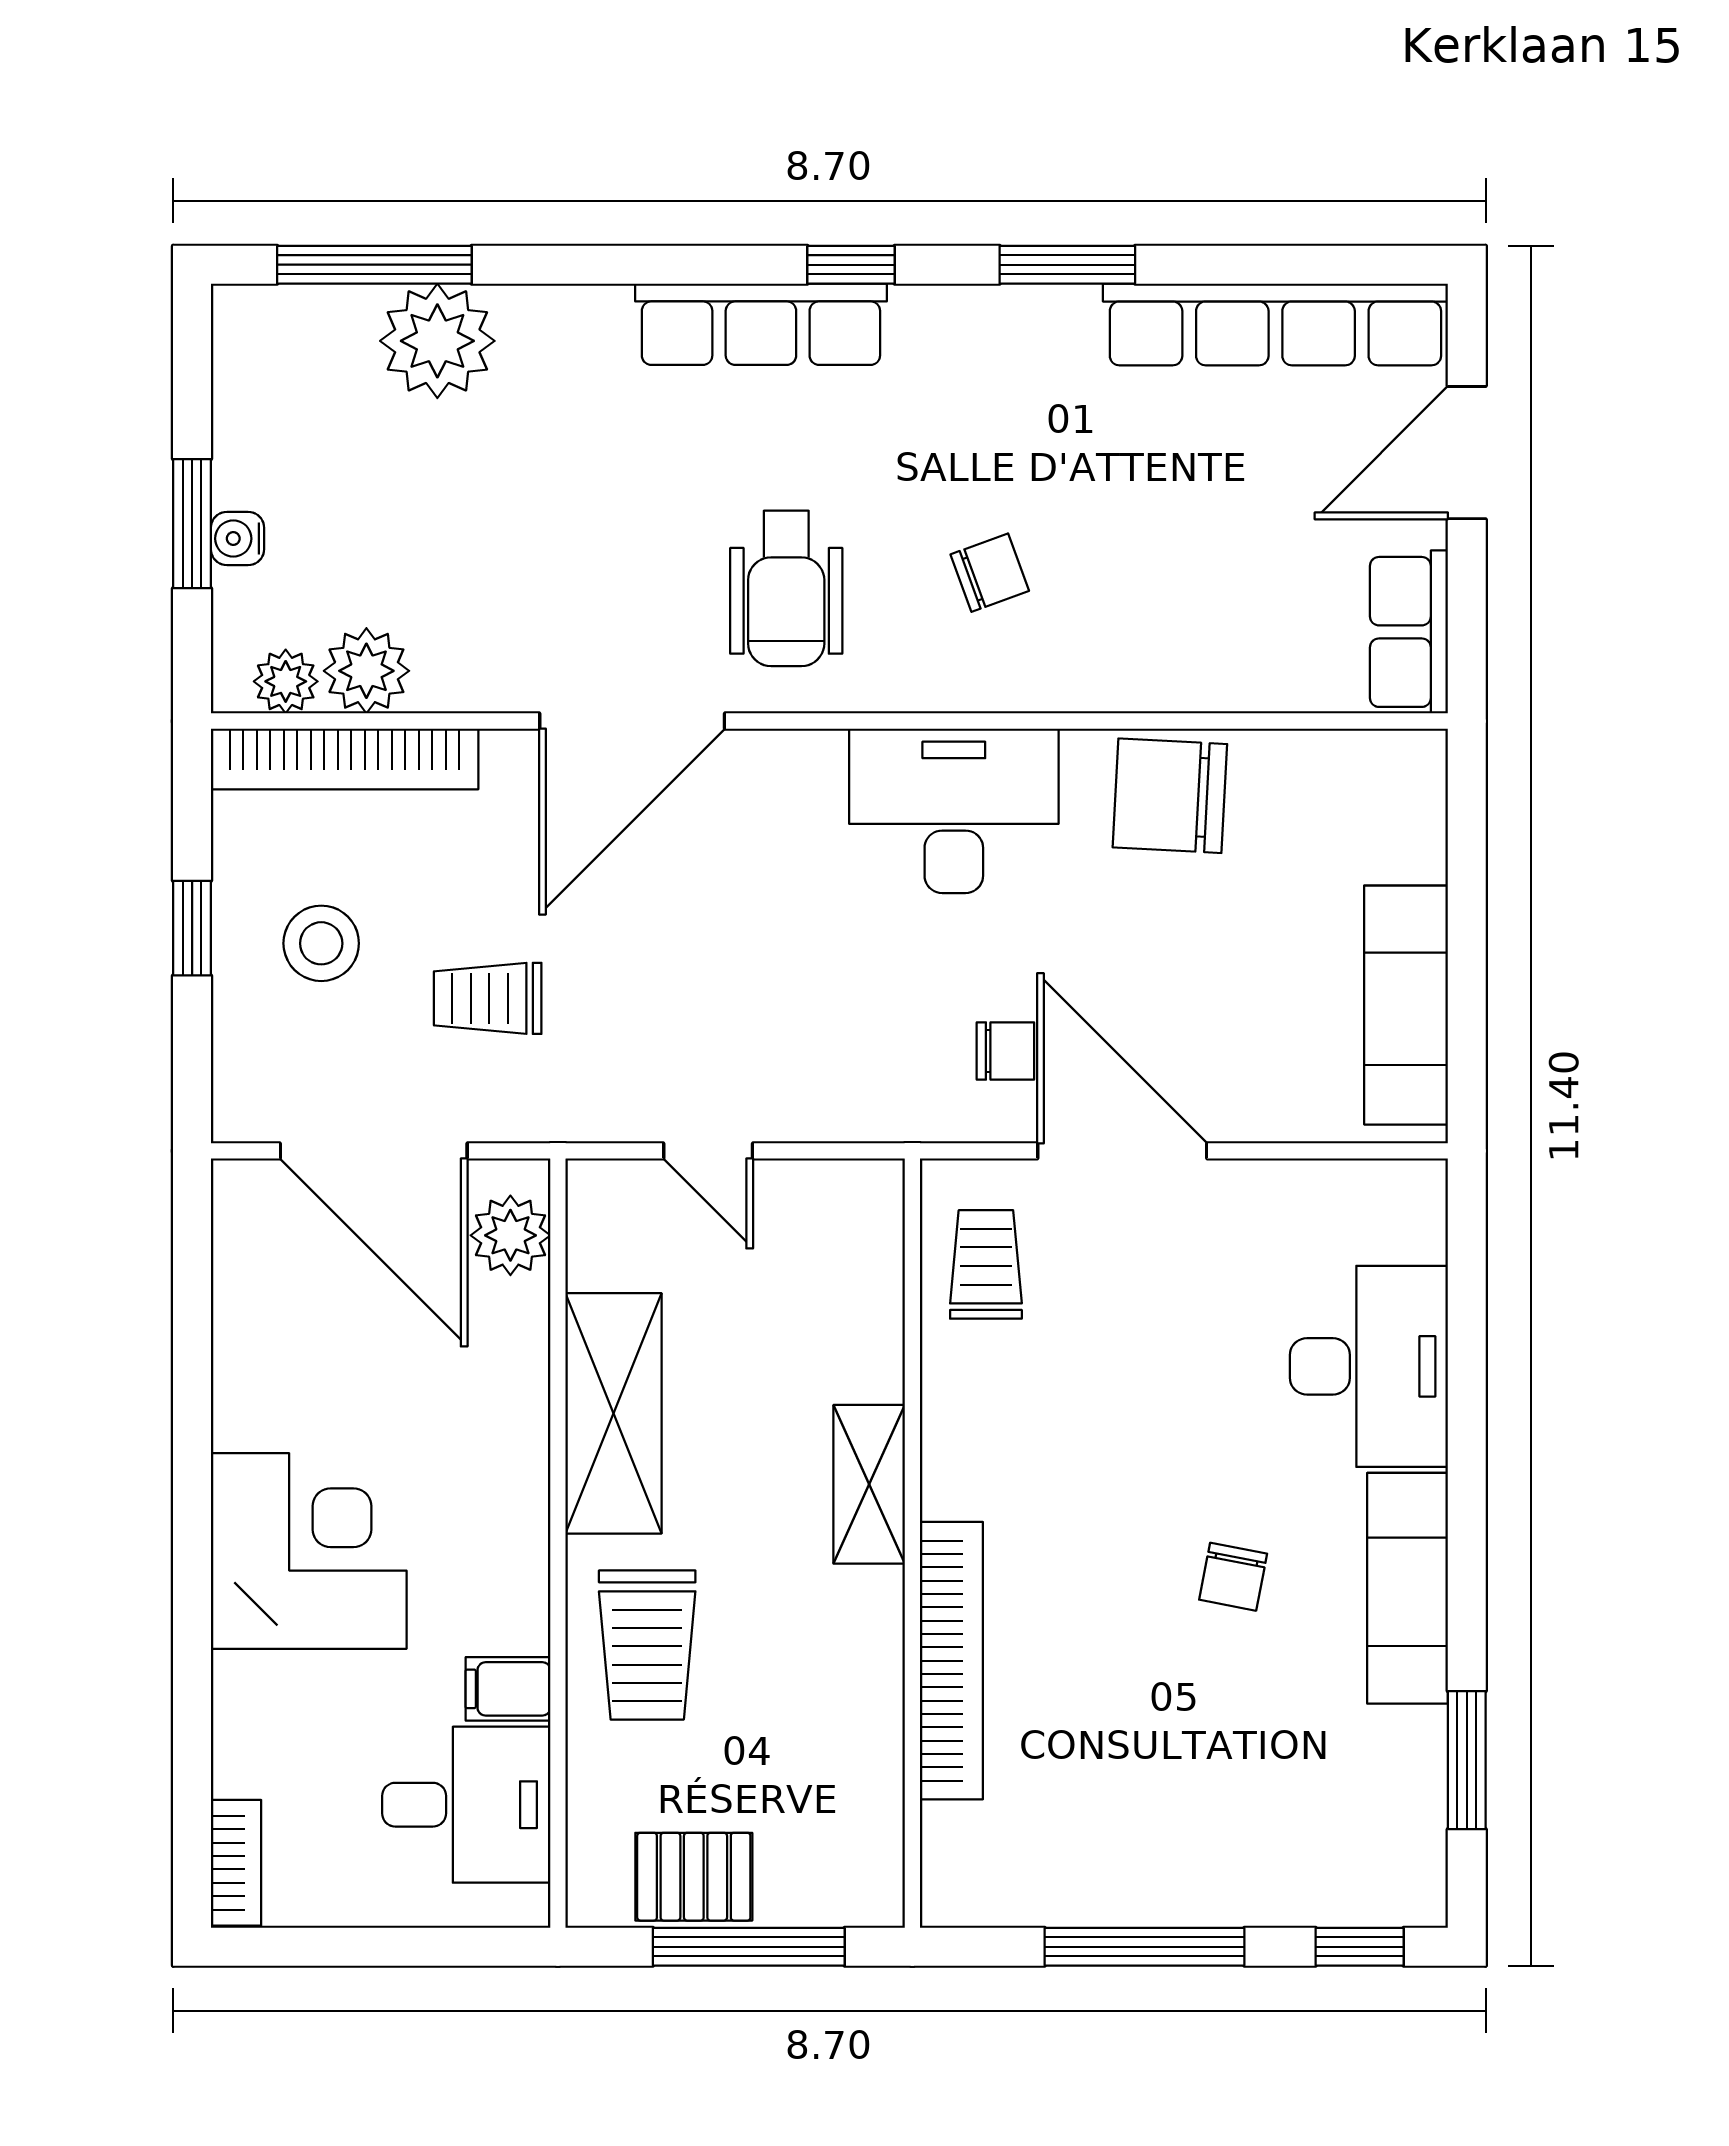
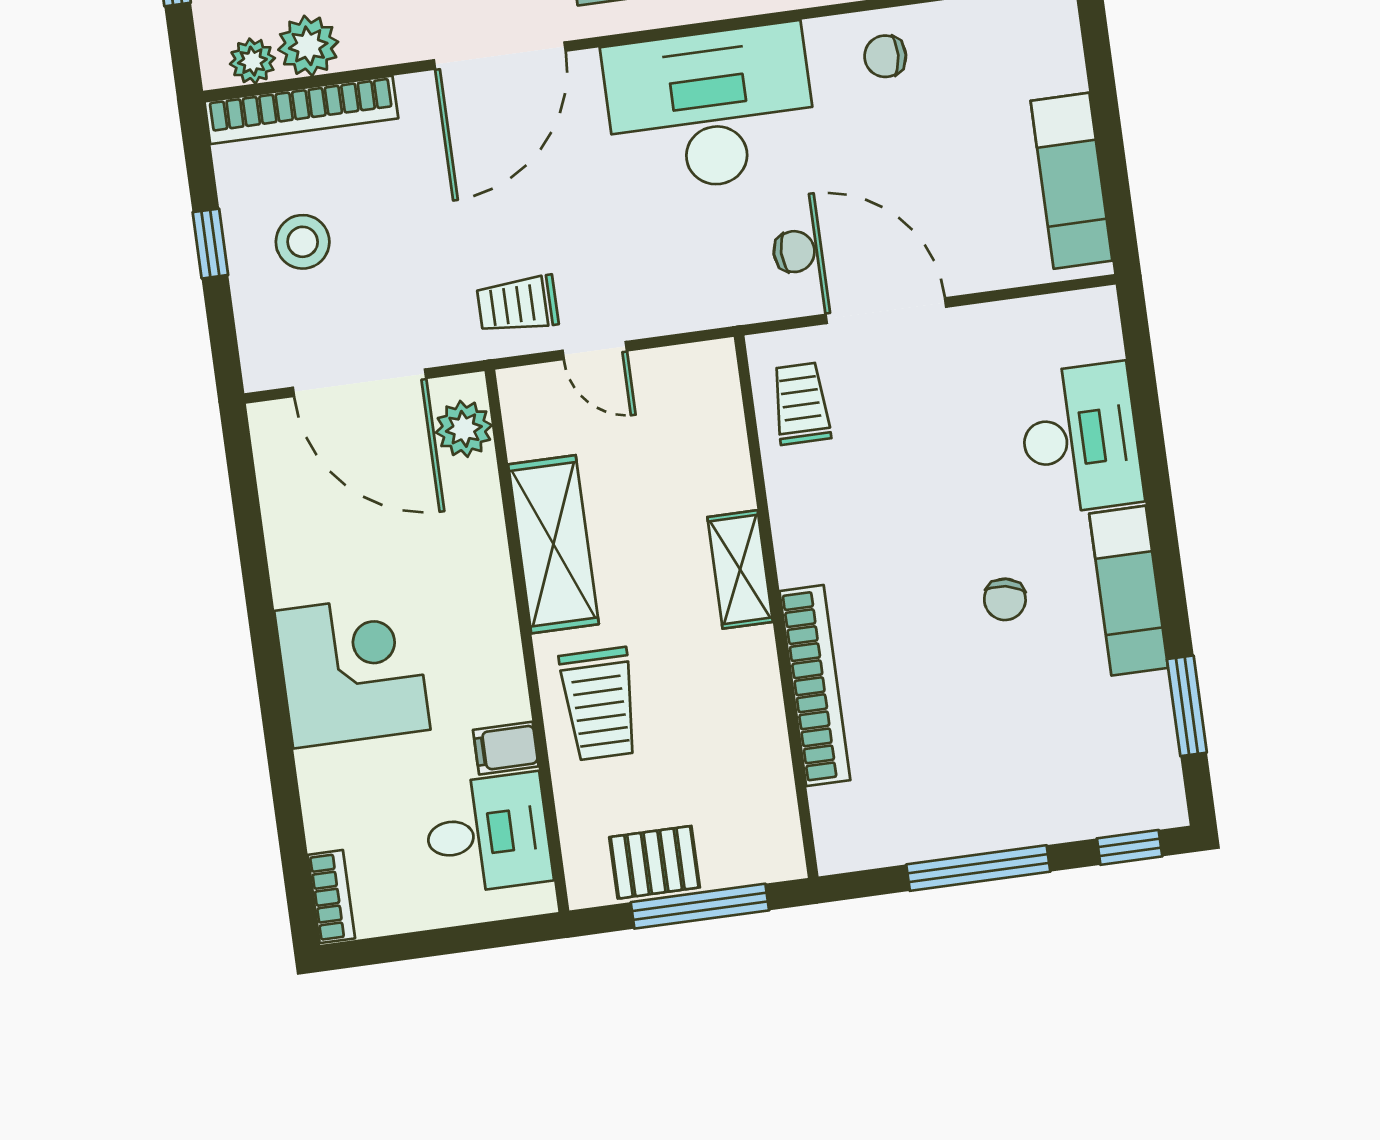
chair: (1170, 796) -> (885, 56), width x0.54, depth x0.54
desk: (954, 811) -> (710, 109), width x1.36, depth x1.30
trolley: (488, 998) -> (518, 304), moved

